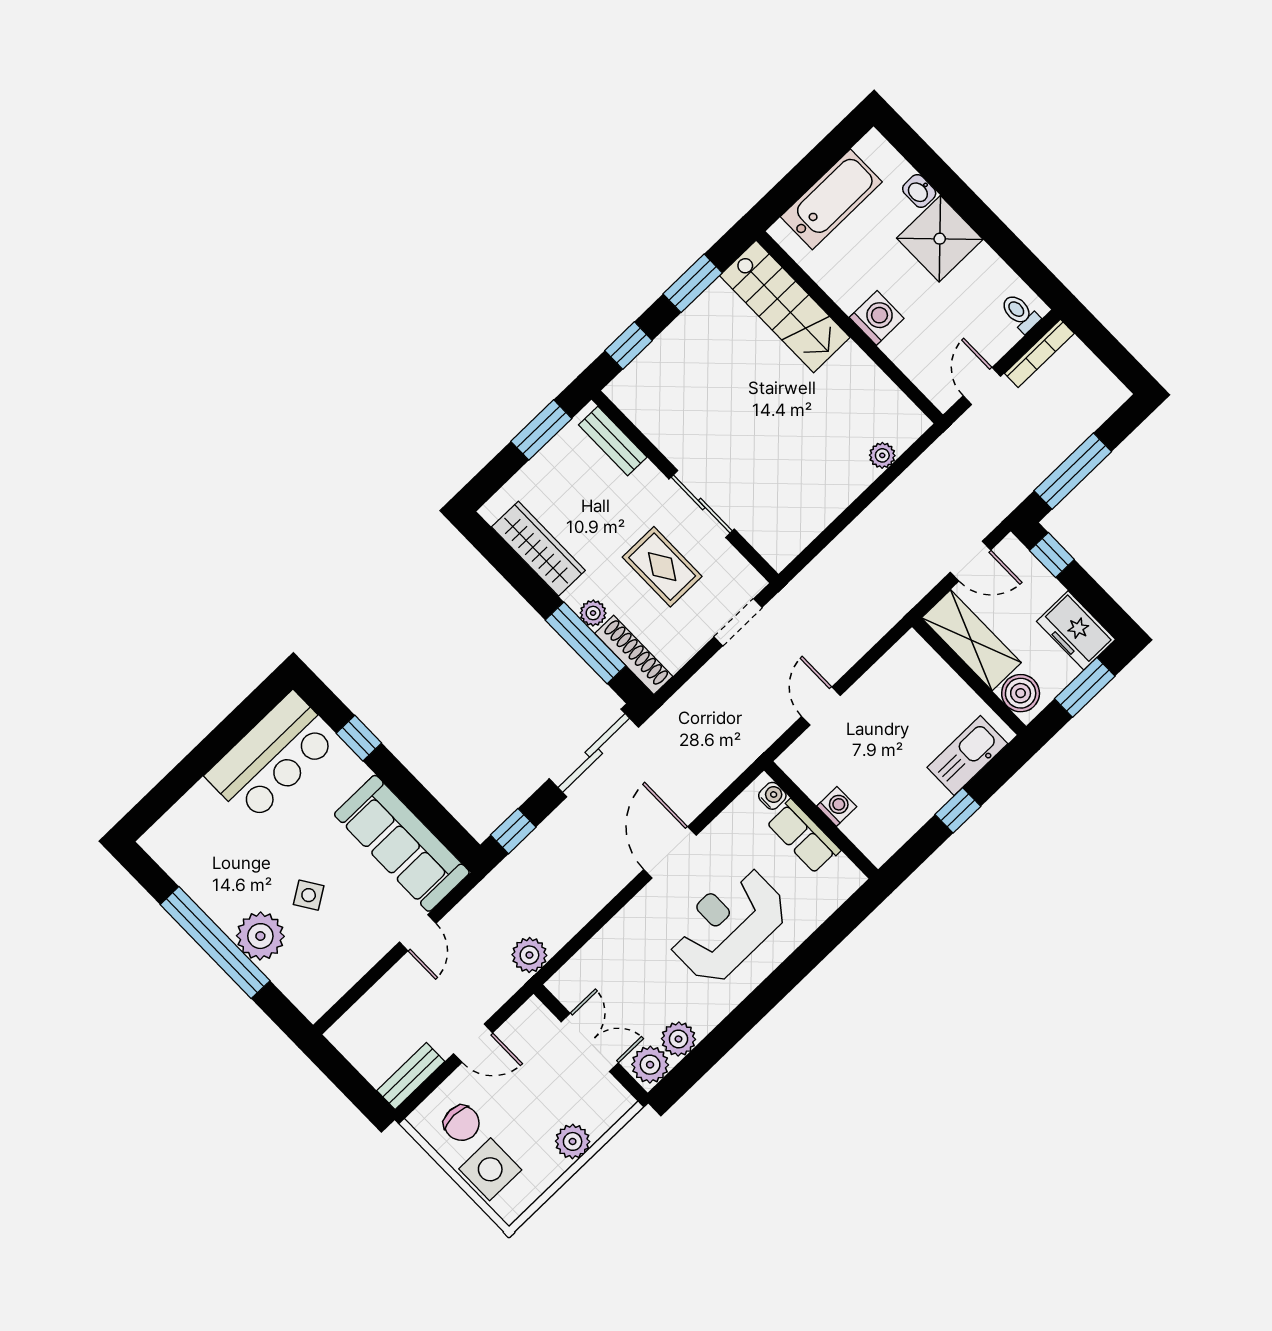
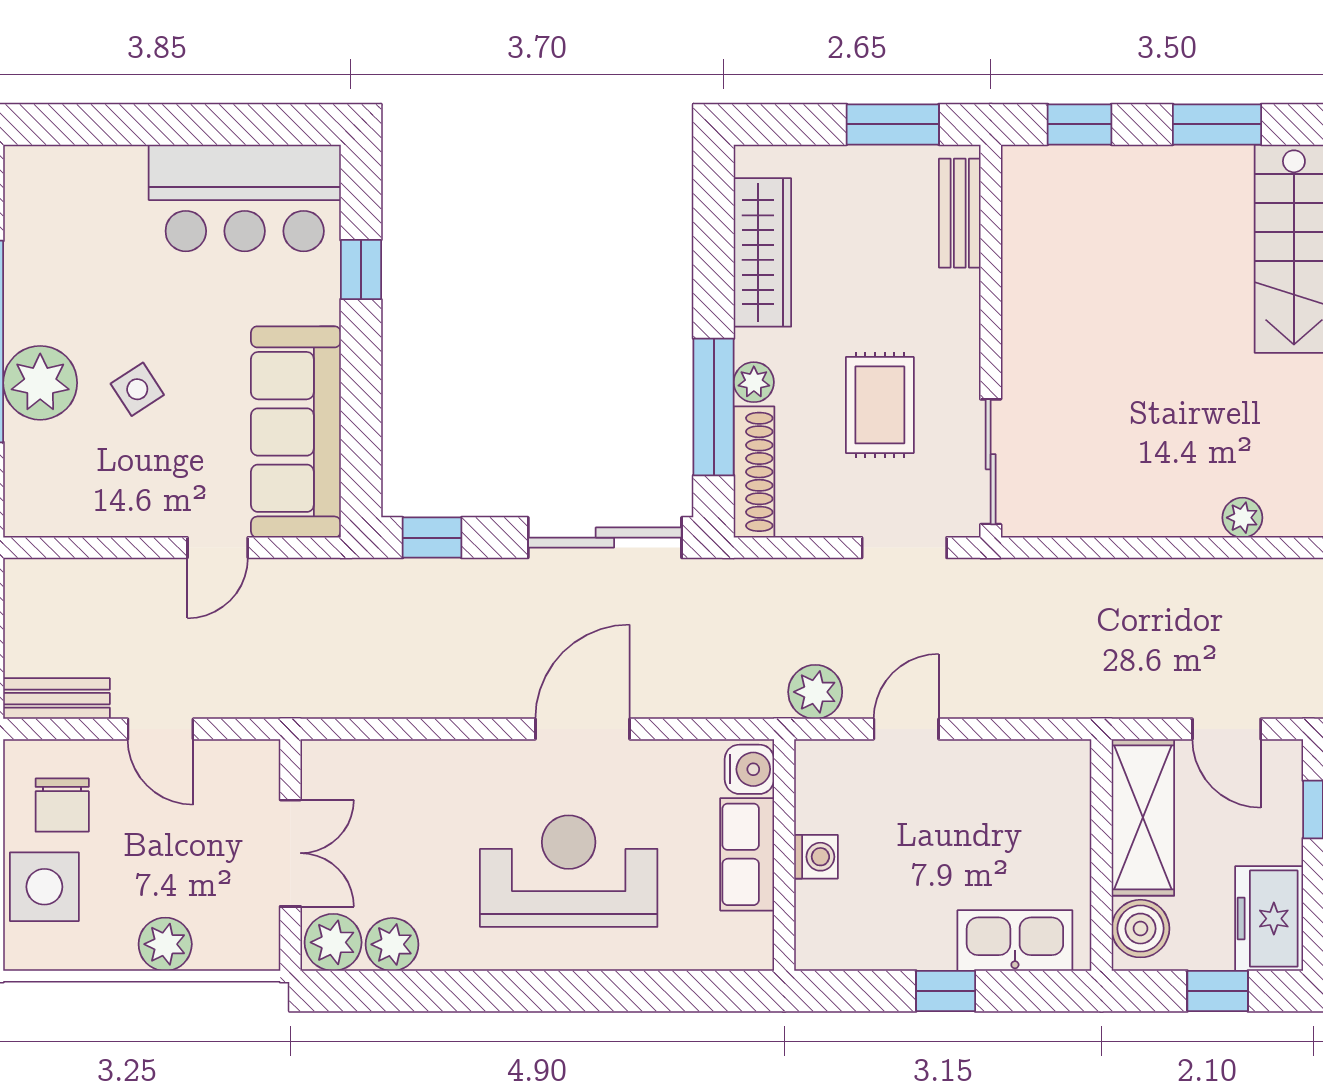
sliding door: (702, 504) -> (991, 462), moved
window: (1085, 687) -> (1218, 991), width x0.67
water cooler: (772, 796) -> (749, 769), width x1.38, depth x1.38
plant: (529, 955) -> (815, 692), moved

